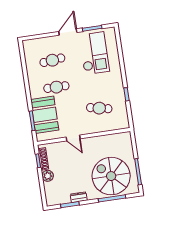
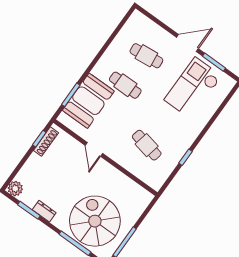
checkout: (94, 53) -> (193, 88), turned 180
plant: (48, 176) -> (15, 189), moved

